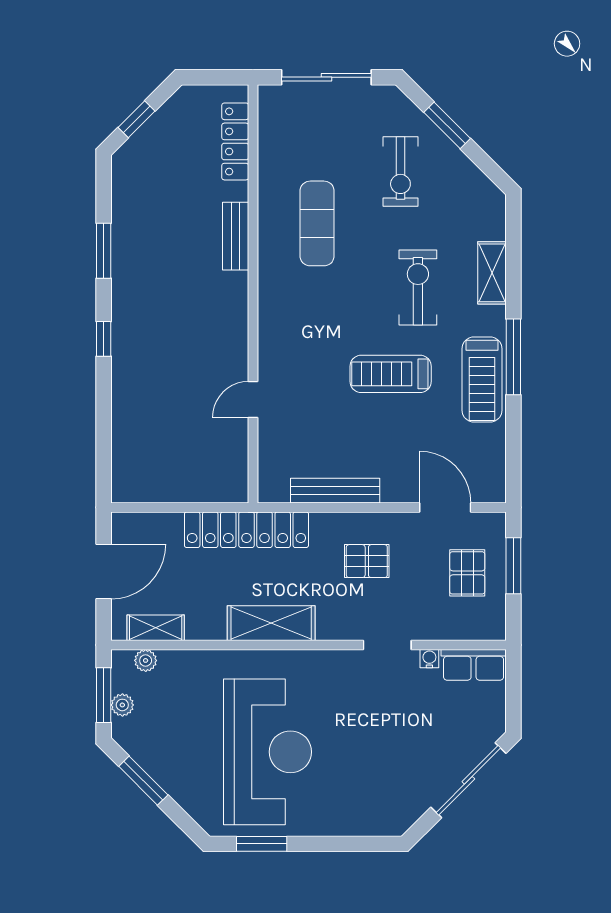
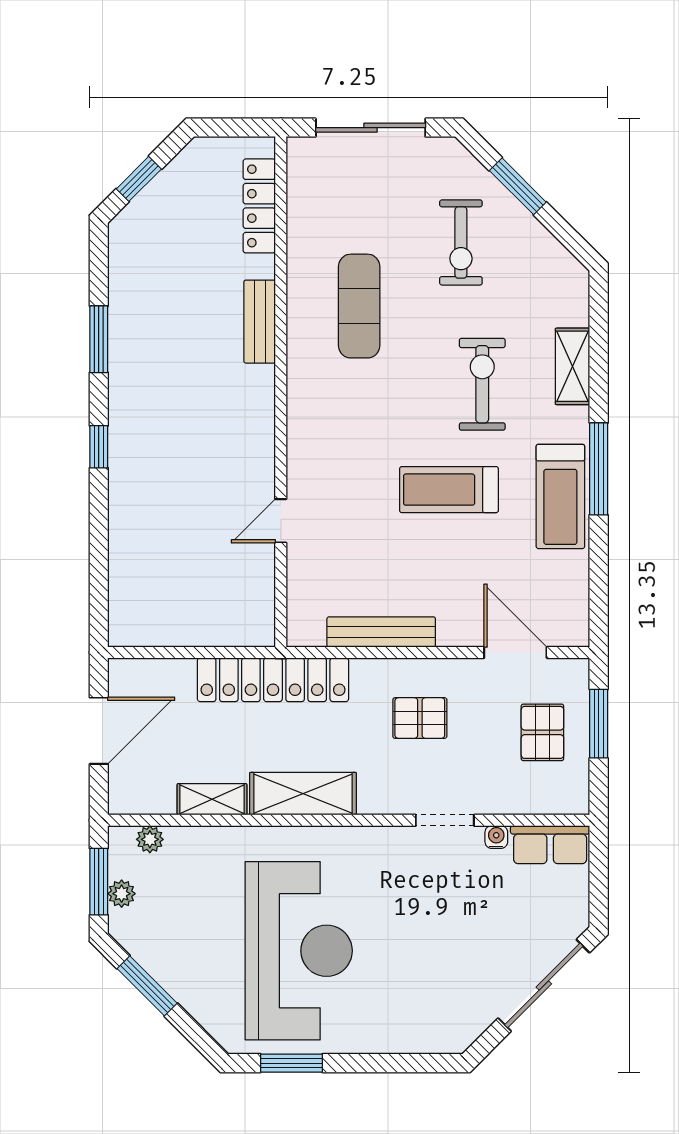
shelving: (156, 628) -> (212, 799), moved

